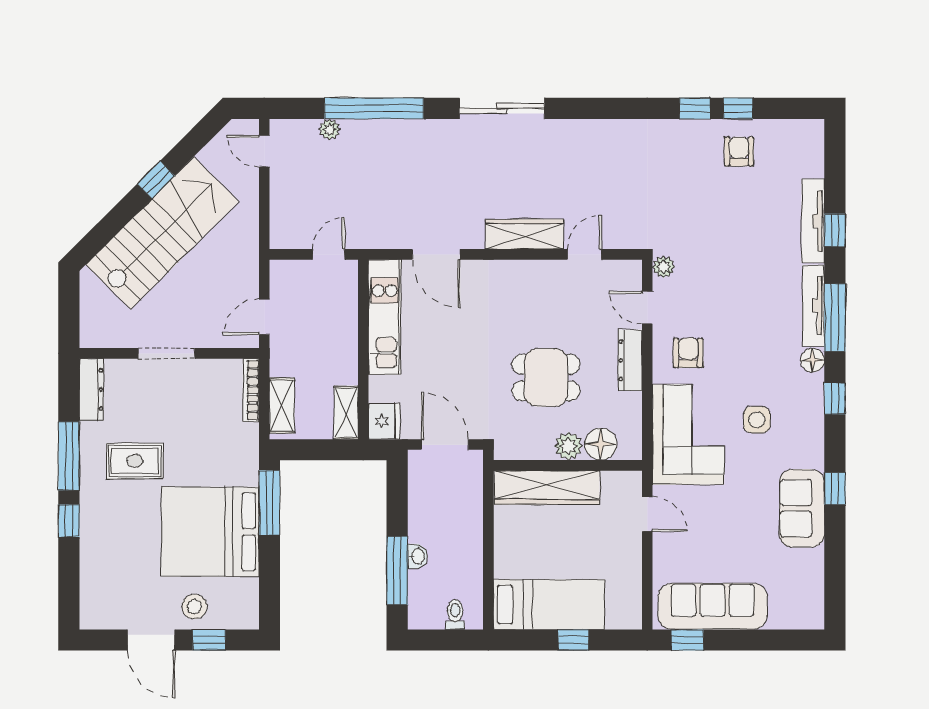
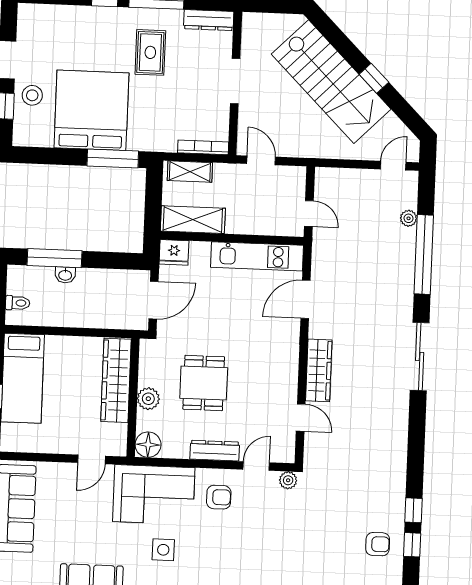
shelving: (346, 413) -> (193, 220), width x1.50, depth x1.33
floor lamp: (601, 444) -> (148, 445), moved

